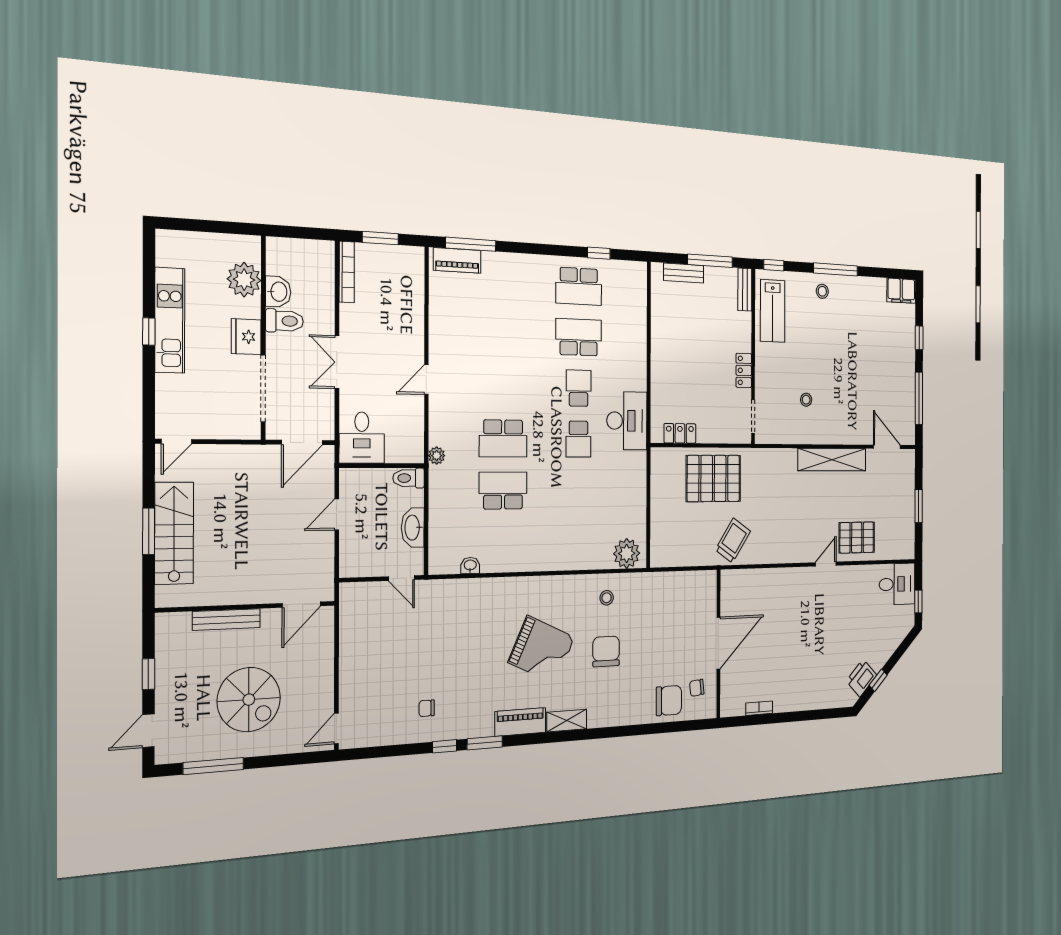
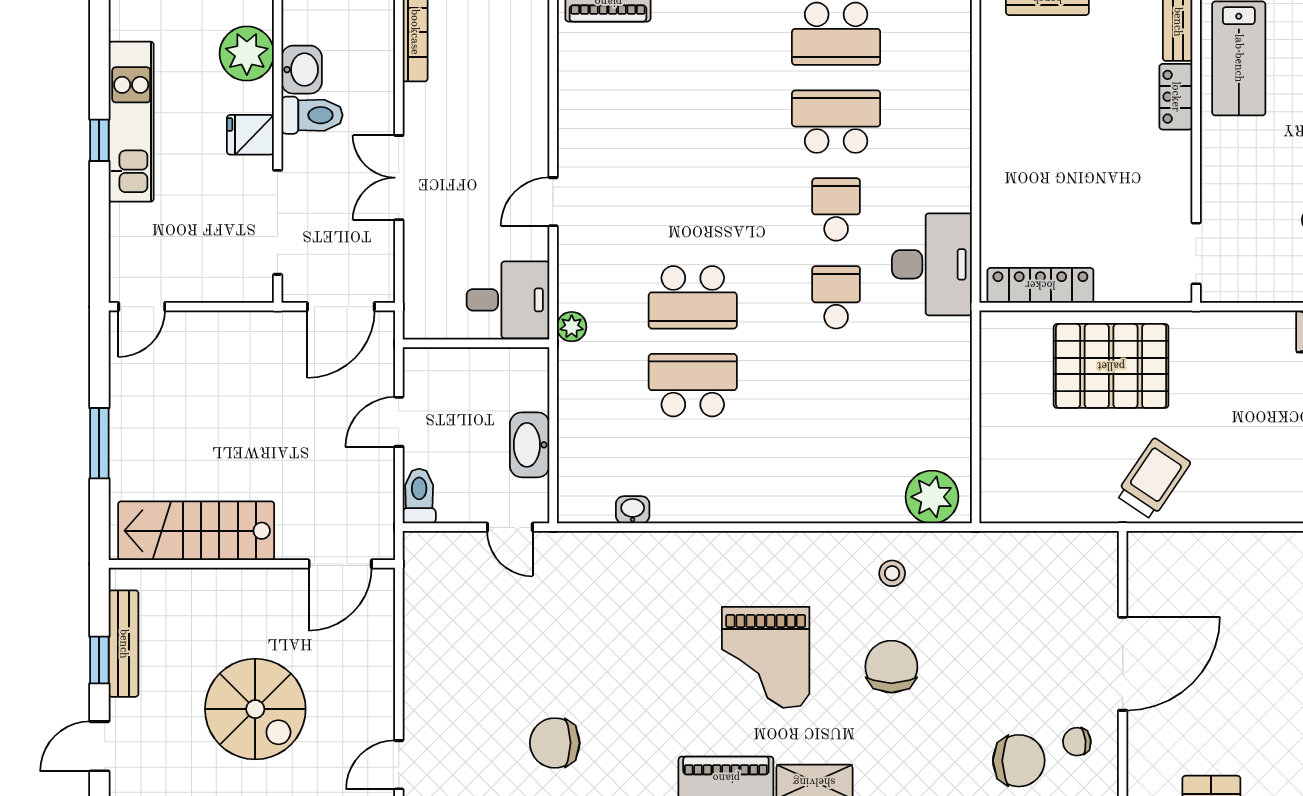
fridge: (246, 337) -> (250, 135), width x0.72
locker: (744, 370) -> (1176, 97), moved
locker: (680, 433) -> (1040, 285), width x1.53
desk: (362, 438) -> (508, 300), moved, turned -90
school desk: (578, 439) -> (836, 297), turned 180
toilet: (409, 478) -> (419, 496), moved, turned 90
stairs: (174, 533) -> (196, 531), moved, turned -90
bench: (226, 620) -> (124, 644), moved, turned 90
grand piano: (541, 650) -> (766, 657), turned 65
chair: (427, 708) -> (555, 743), width x1.87, depth x1.87

